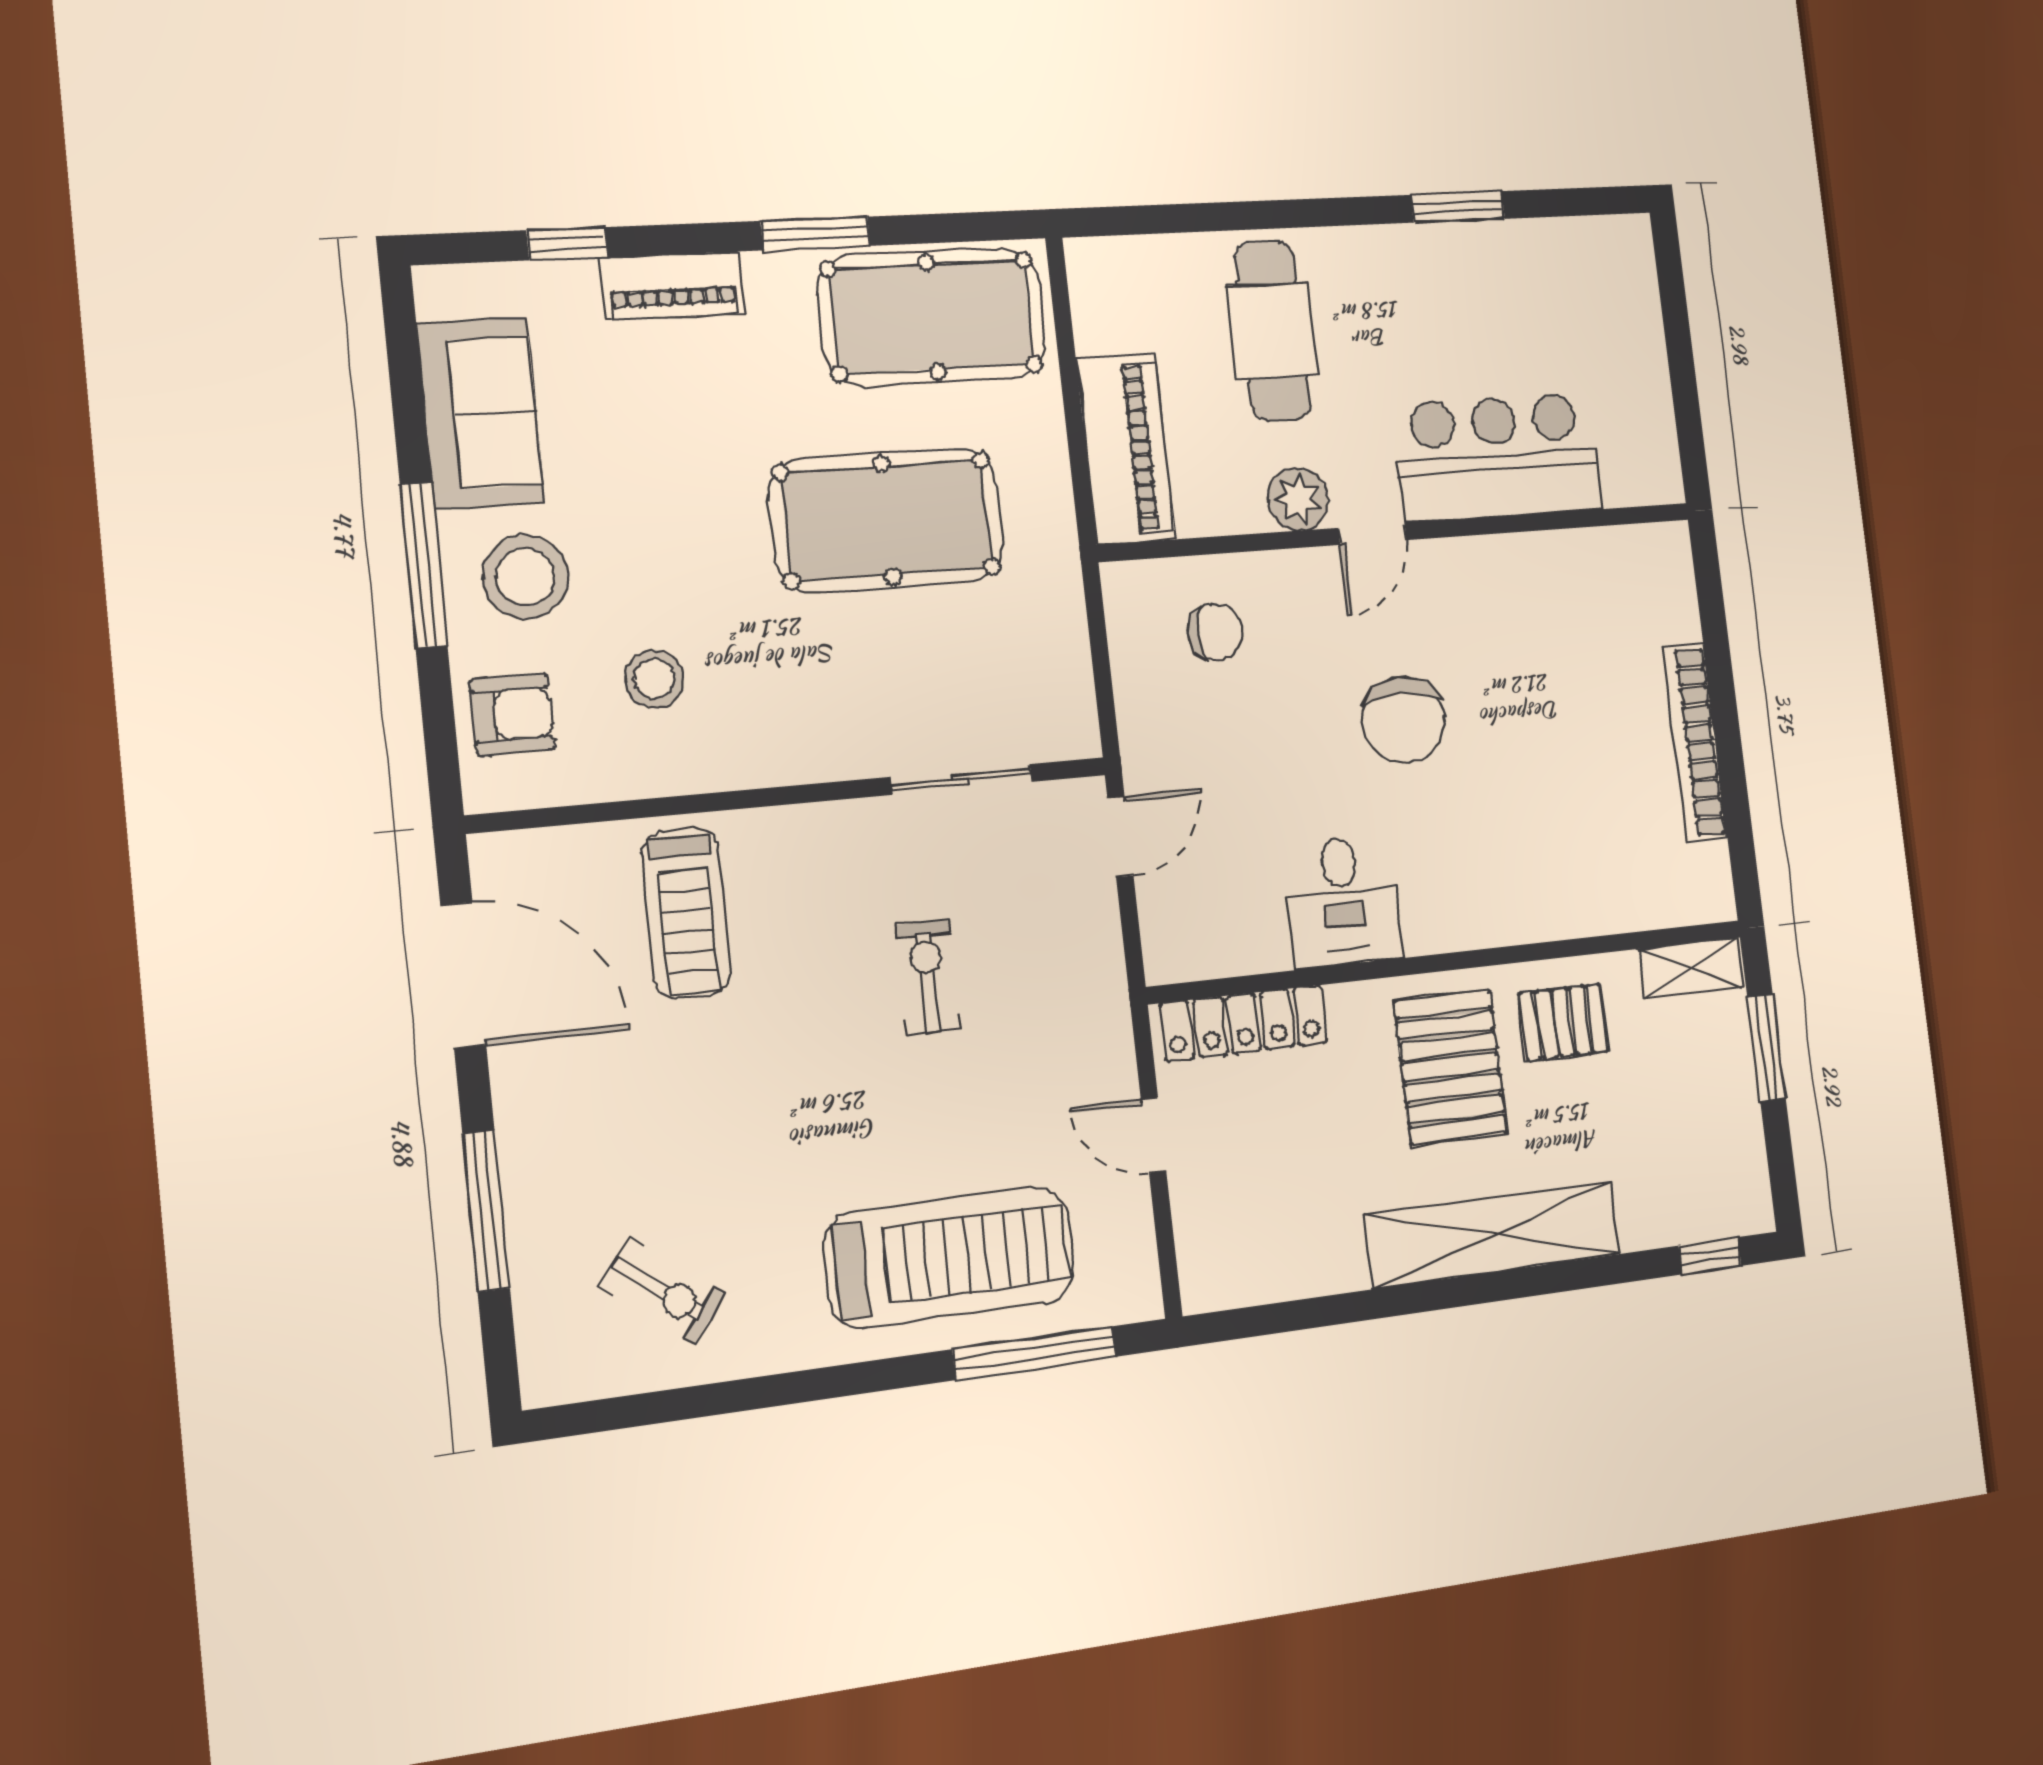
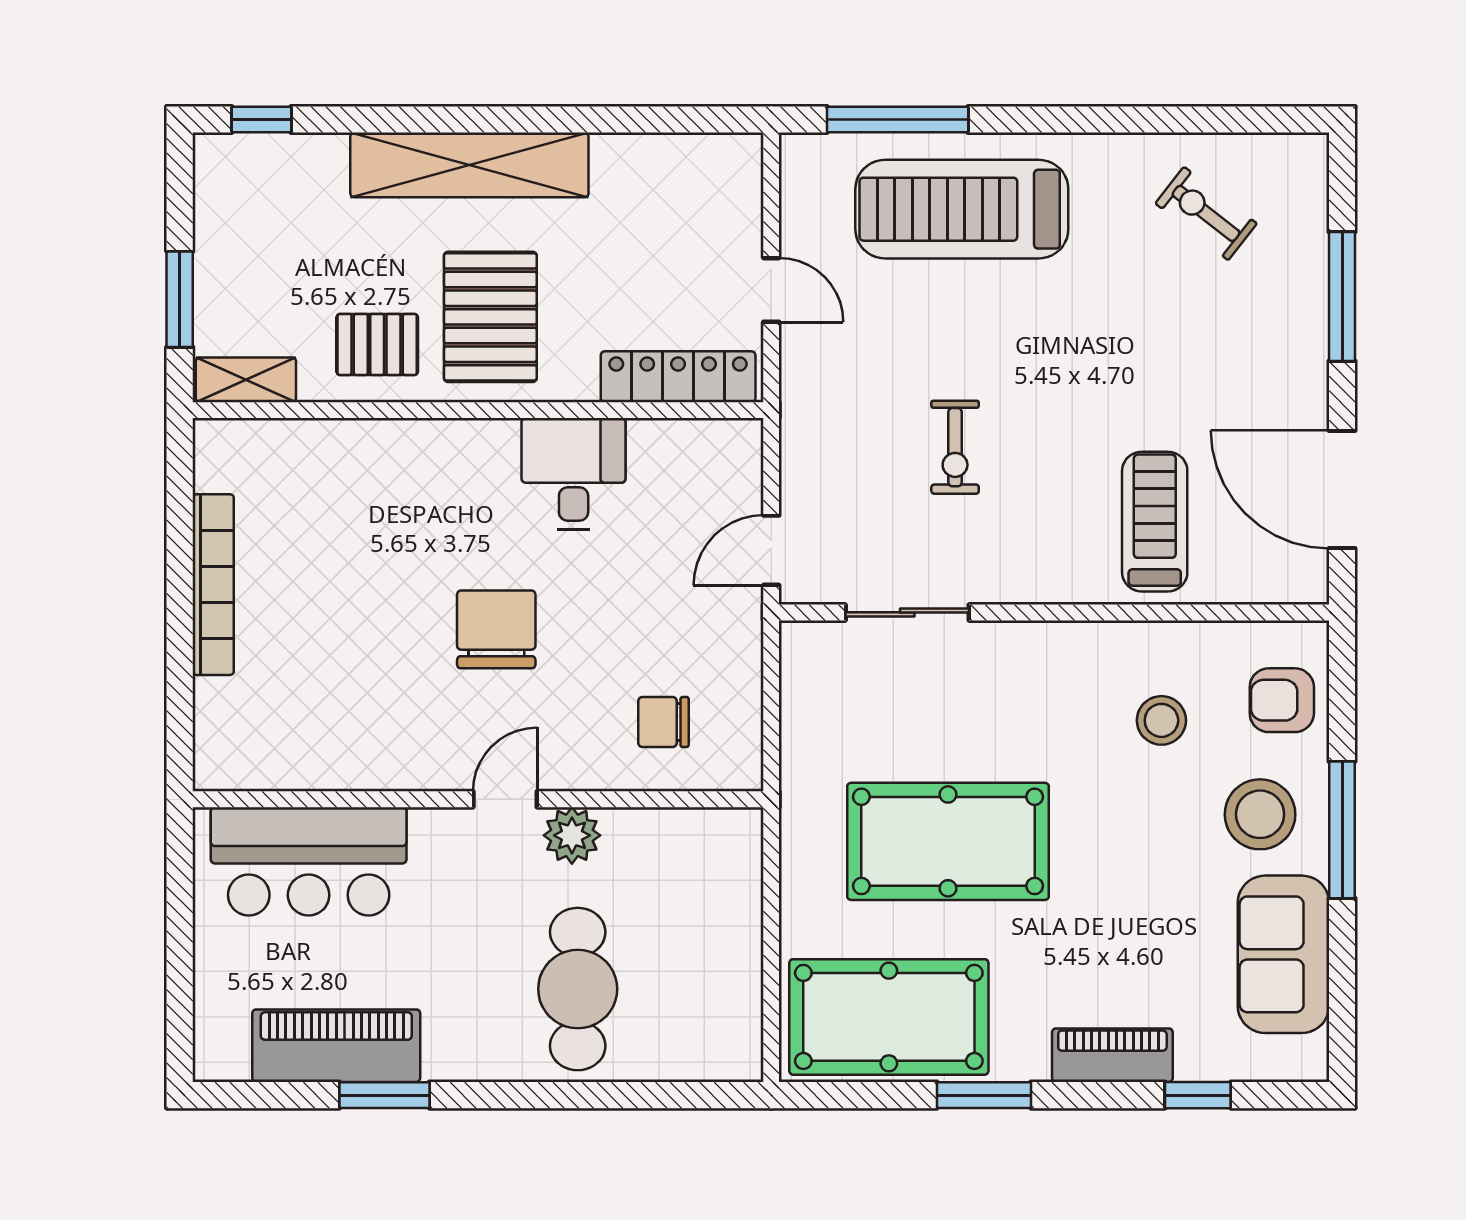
piano: (1126, 448) -> (336, 1046), moved, turned 90
bar counter: (1498, 457) -> (309, 861), moved

